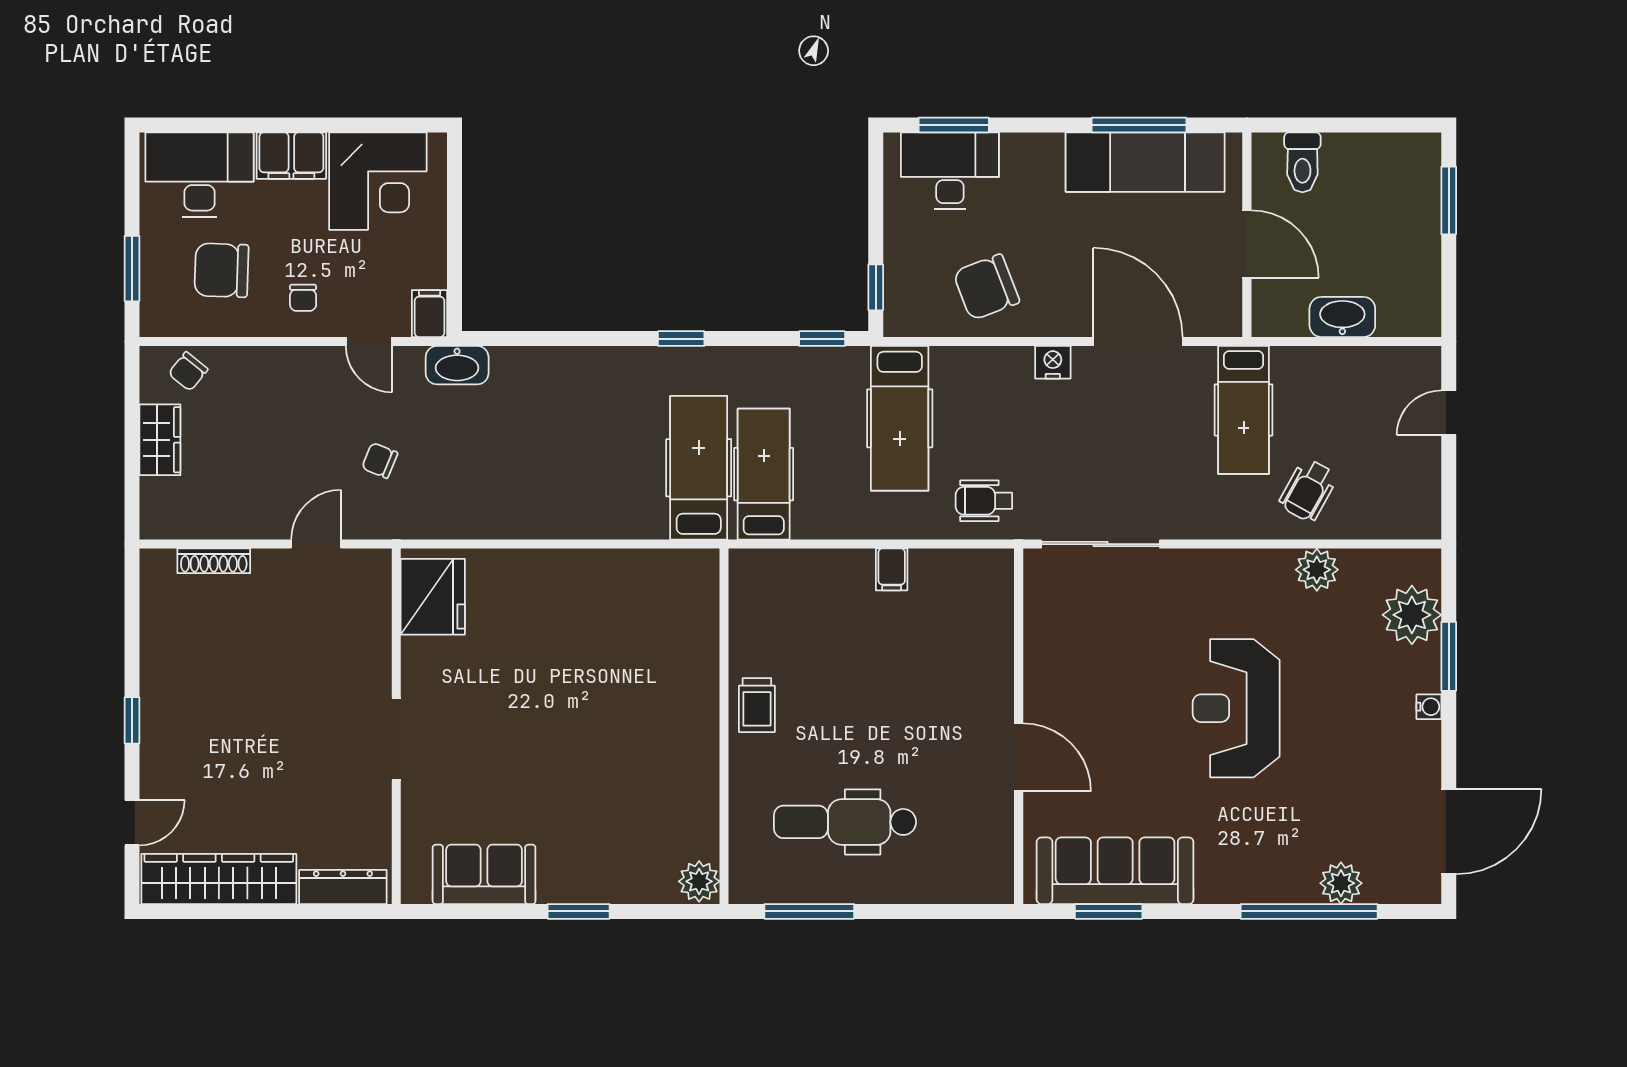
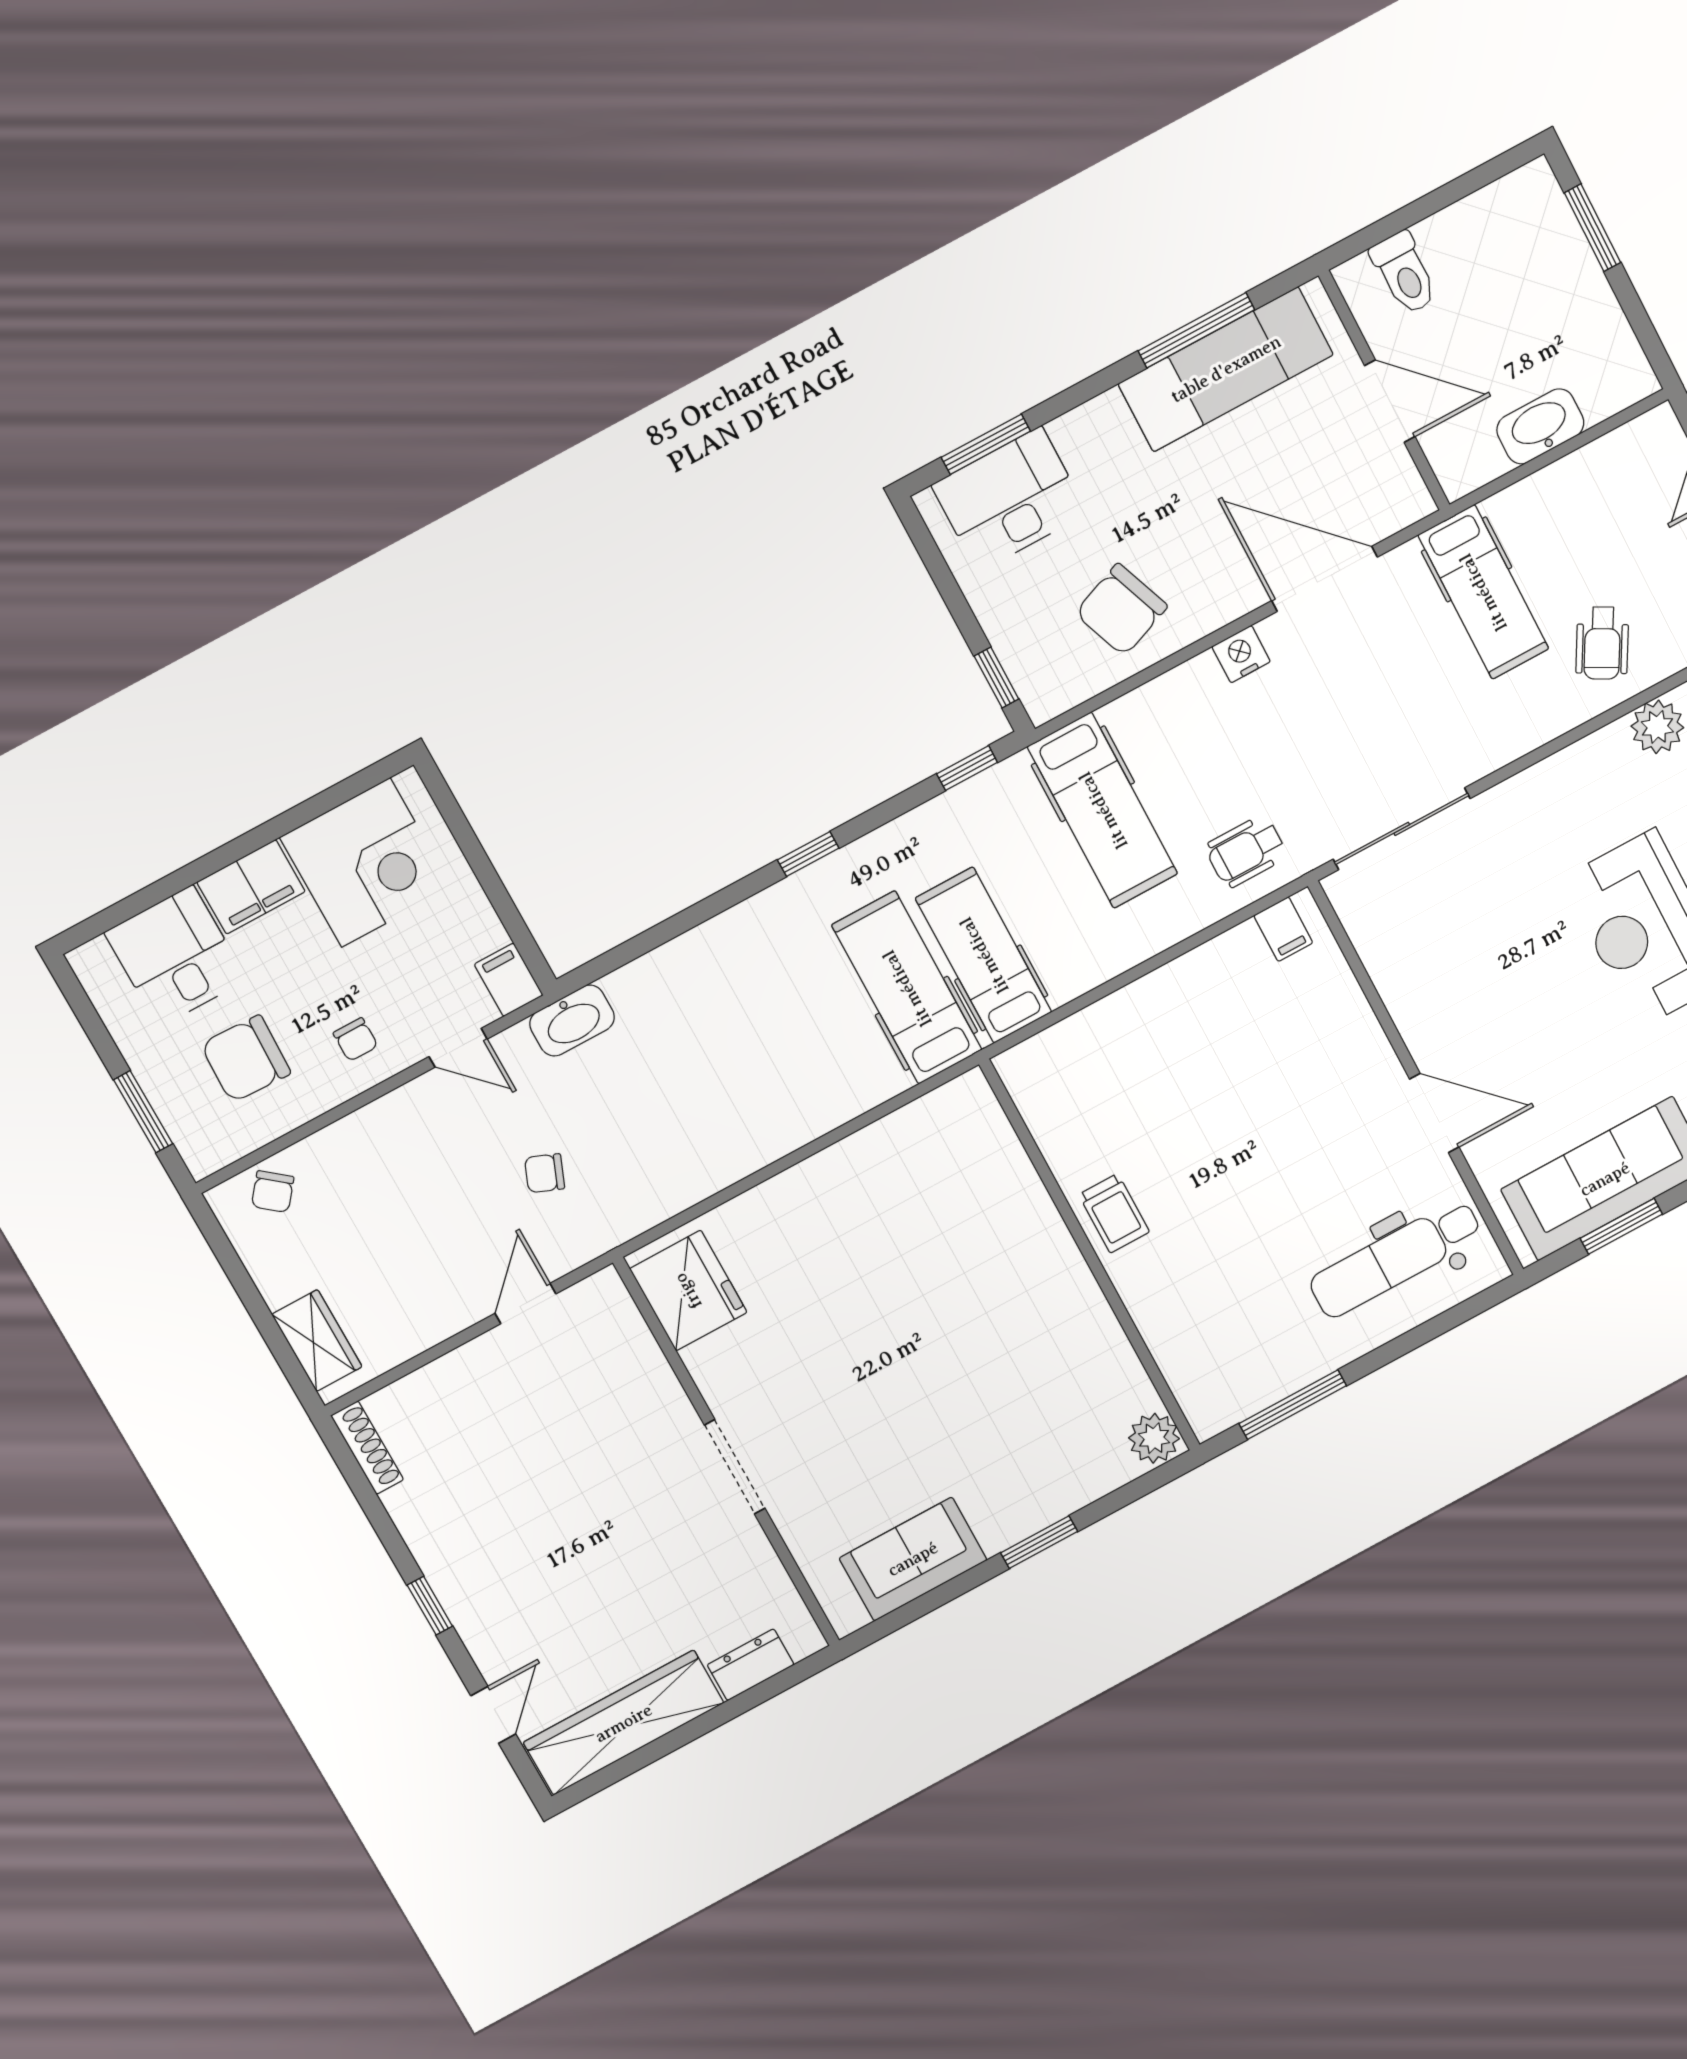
desk: (200, 175) -> (176, 956), width x0.73
wardrobe: (160, 440) -> (317, 1340), moved
shoe rack: (214, 561) -> (367, 1448), moved, turned -90
filing cabinet: (892, 569) -> (1283, 929), moved
dental chair: (845, 822) -> (1396, 1258), moved
dresser: (343, 887) -> (751, 1665), width x0.70

